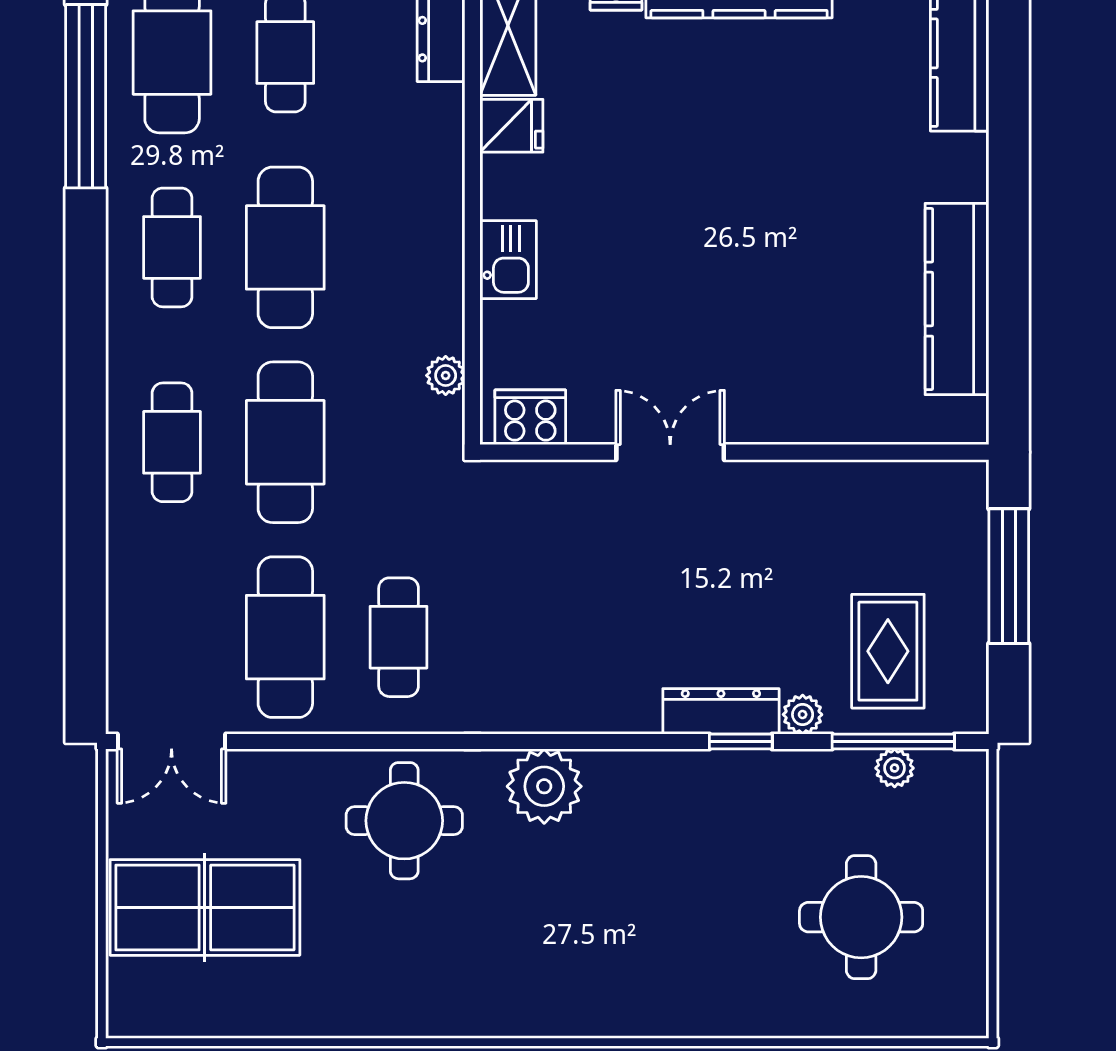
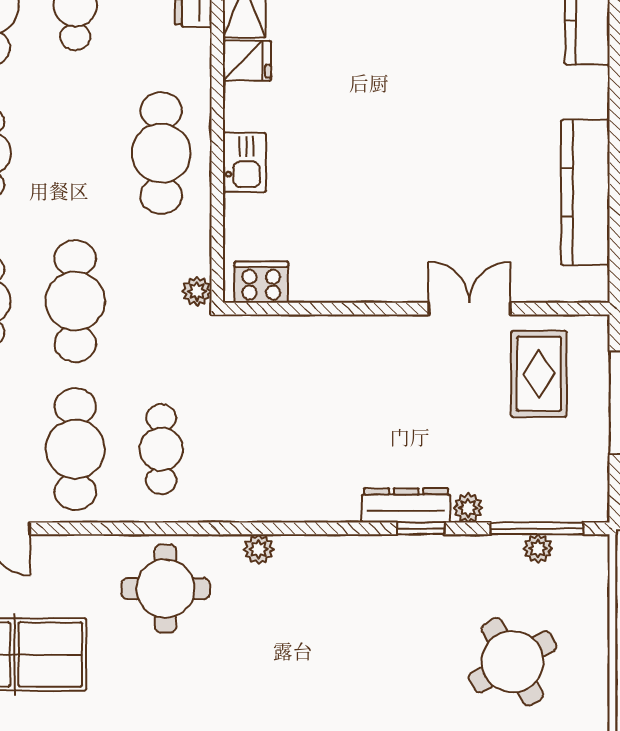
cafe table: (285, 247) -> (161, 153), moved
plant: (446, 375) -> (197, 291), moved
double door: (670, 452) -> (469, 309), moved
rug: (888, 651) -> (539, 374), moved
plant: (544, 786) -> (259, 549), width x0.53, depth x0.53
round table: (861, 917) -> (513, 662), turned -30

